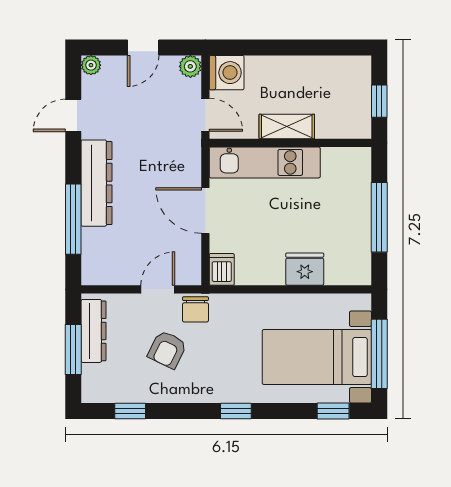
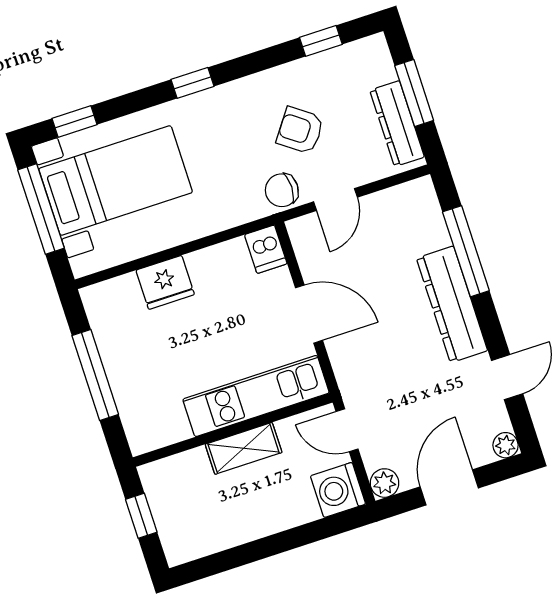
door: (143, 47) -> (449, 487), width x1.37
chair: (195, 309) -> (282, 190), turned -90
armchair: (167, 349) -> (300, 130), turned -80

